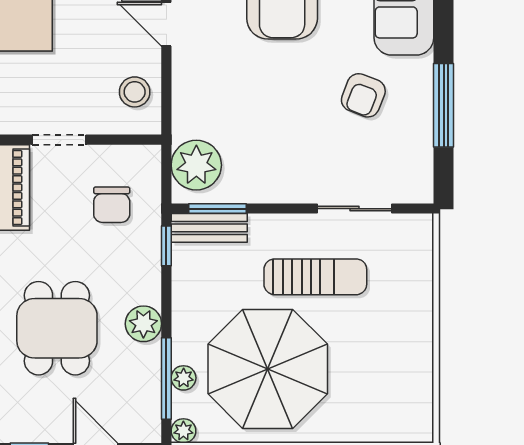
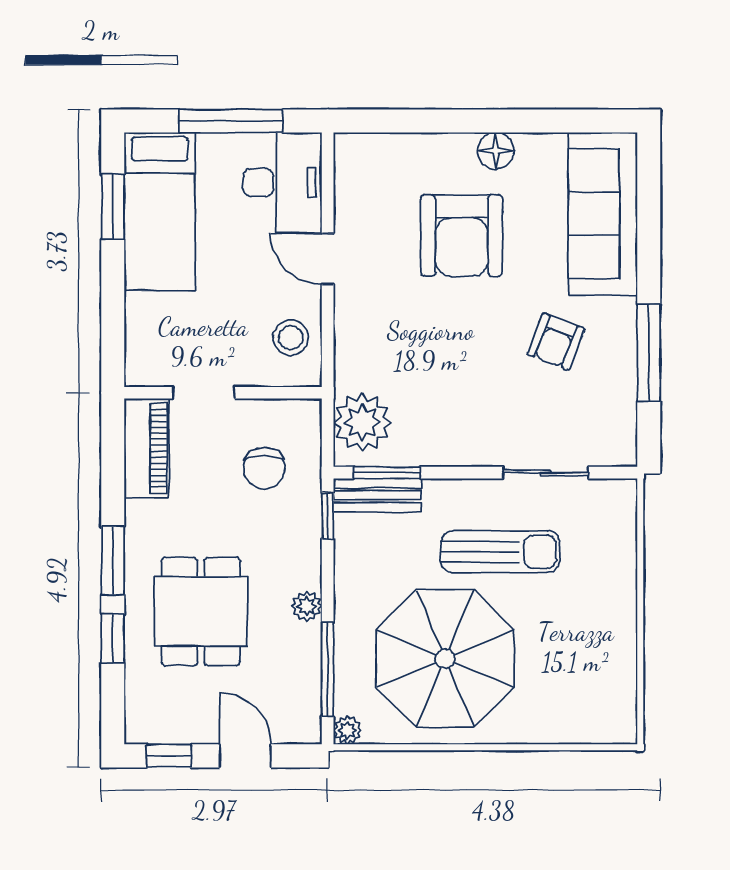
plant: (143, 324) -> (307, 606), width x0.73, depth x0.73
plant: (184, 378) -> (347, 669), removed

